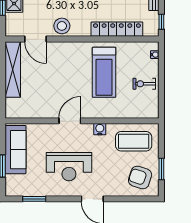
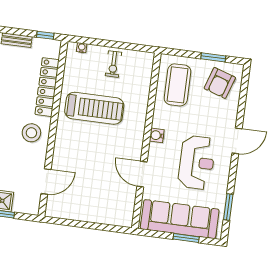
stool: (62, 26) -> (31, 133), moved
shelving: (13, 69) -> (77, 212), removed
door: (70, 121) -> (142, 174), moved
water cooler: (100, 129) -> (157, 135), moved
sofa: (16, 150) -> (180, 219), width x1.36, depth x1.27

